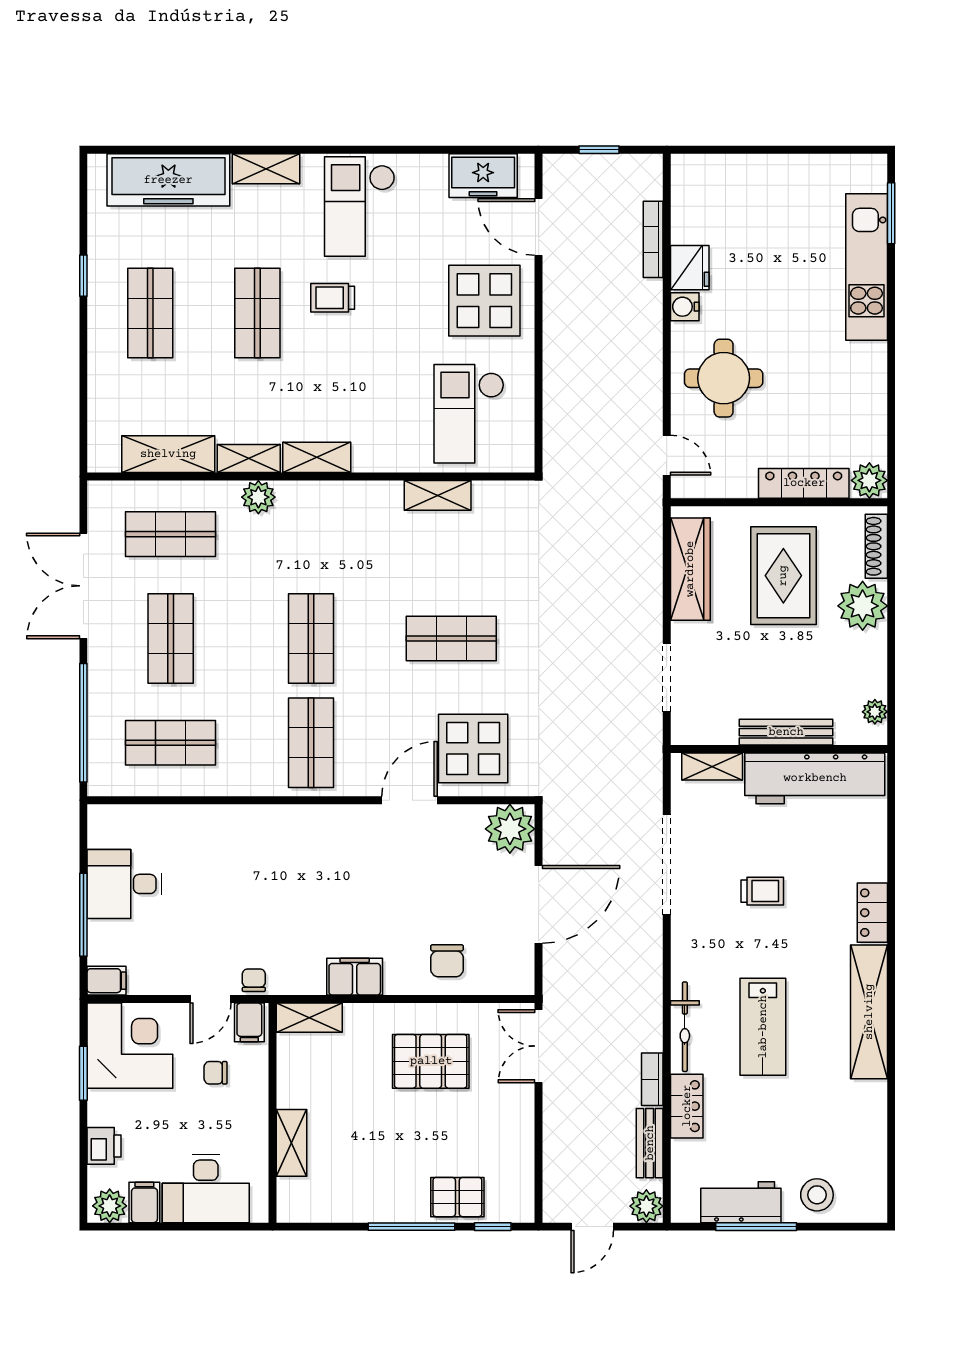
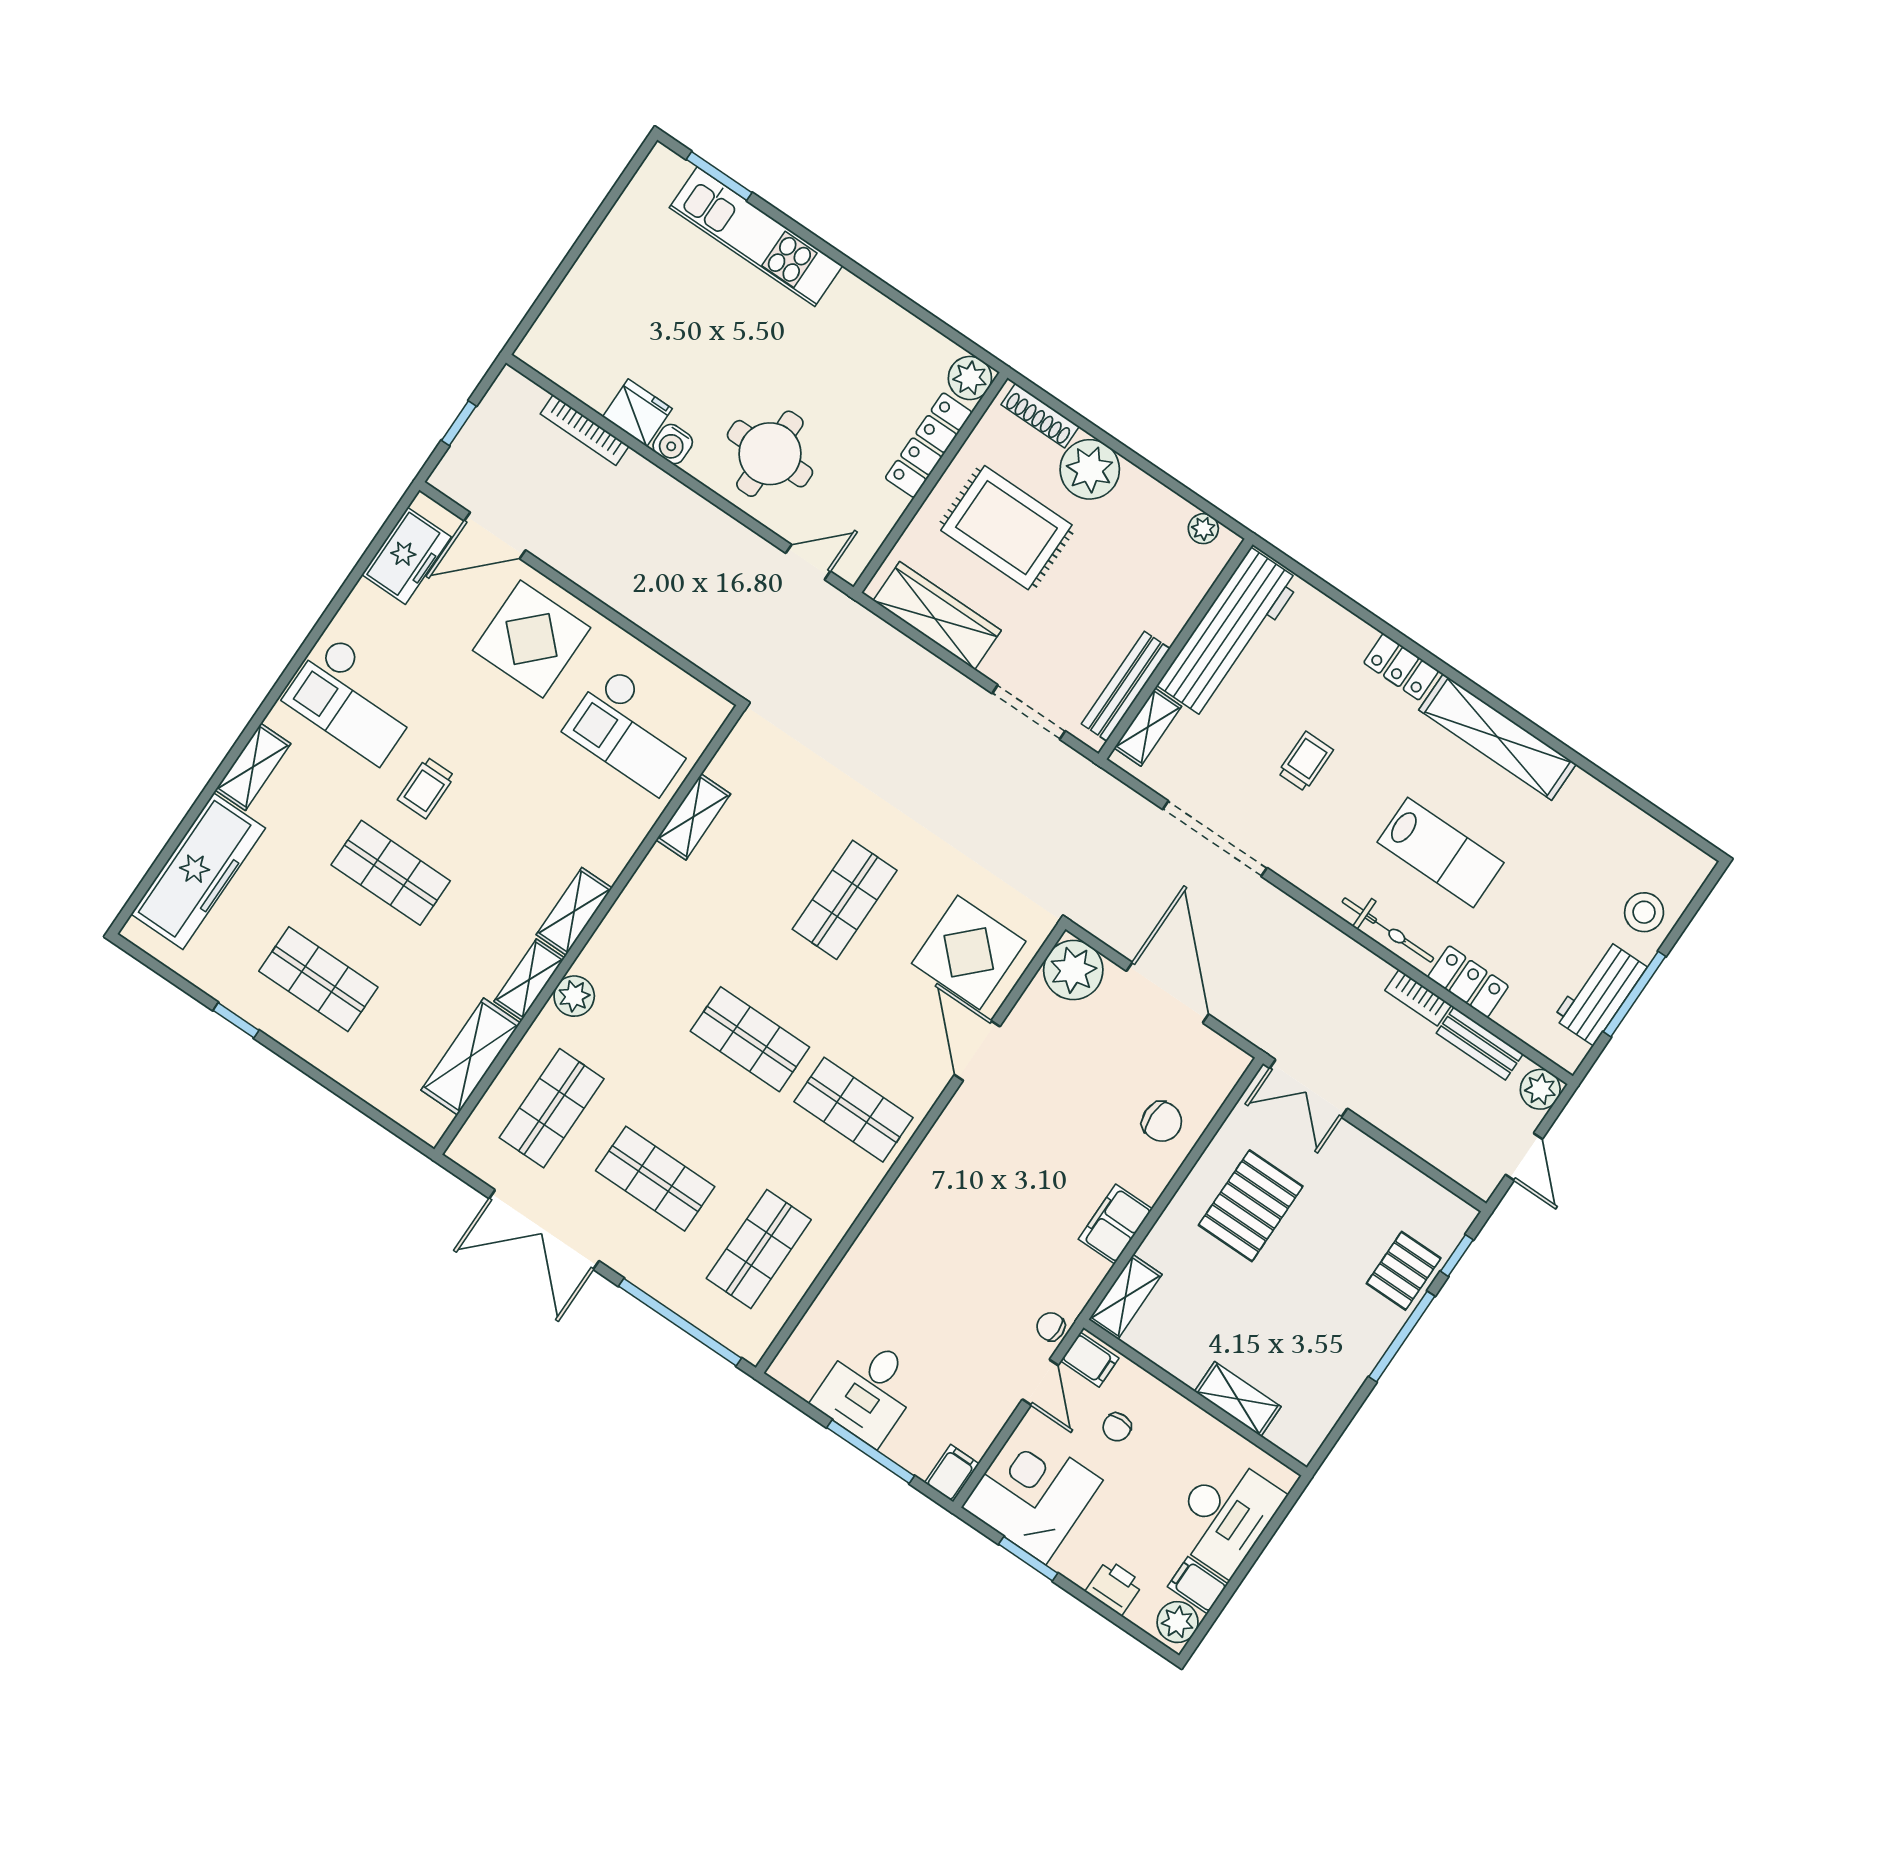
bench: (786, 732) -> (1126, 686), moved

